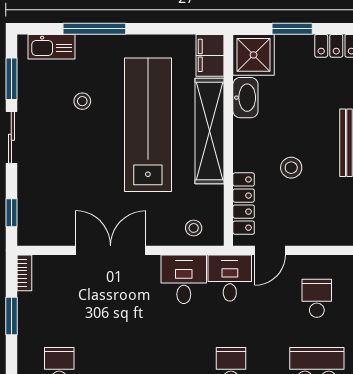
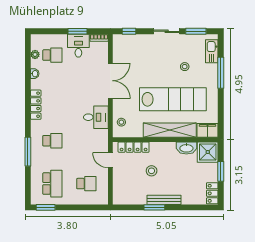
desk: (230, 278) -> (78, 46), moved, turned -90

